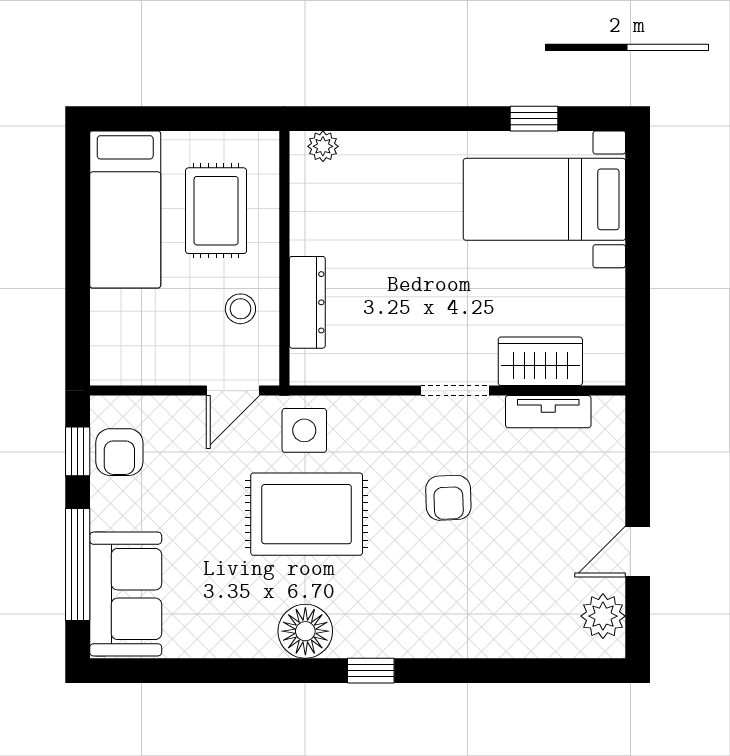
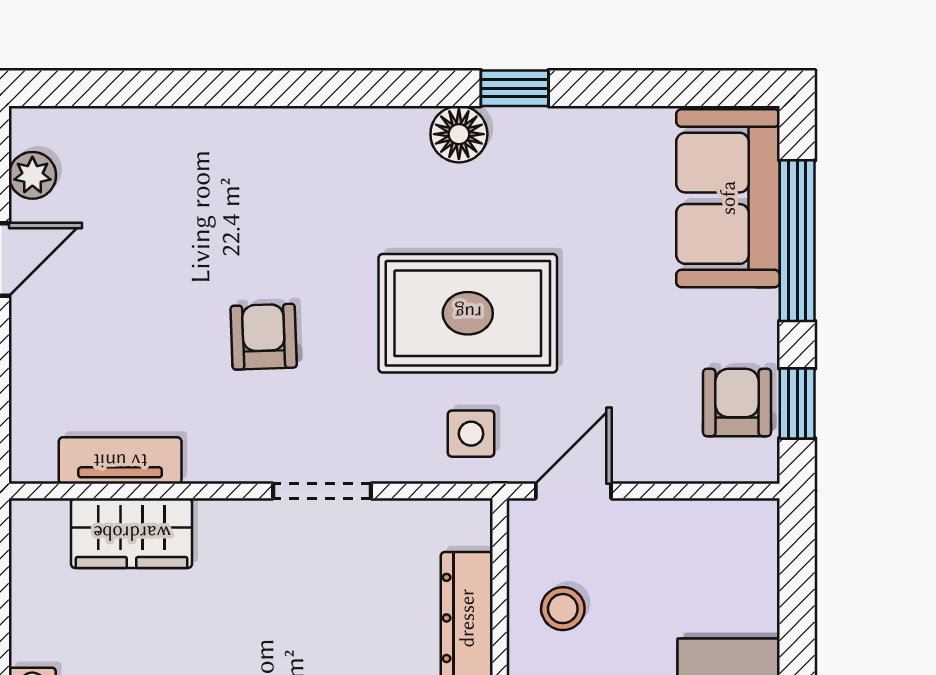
doorway: (455, 391) -> (322, 491), moved
side table: (304, 430) -> (471, 434), width x0.73, depth x0.73
plant: (603, 616) -> (32, 175), width x0.73, depth x0.73
floor lamp: (305, 631) -> (459, 134), width x0.73, depth x0.73
window: (371, 671) -> (515, 88), moved

